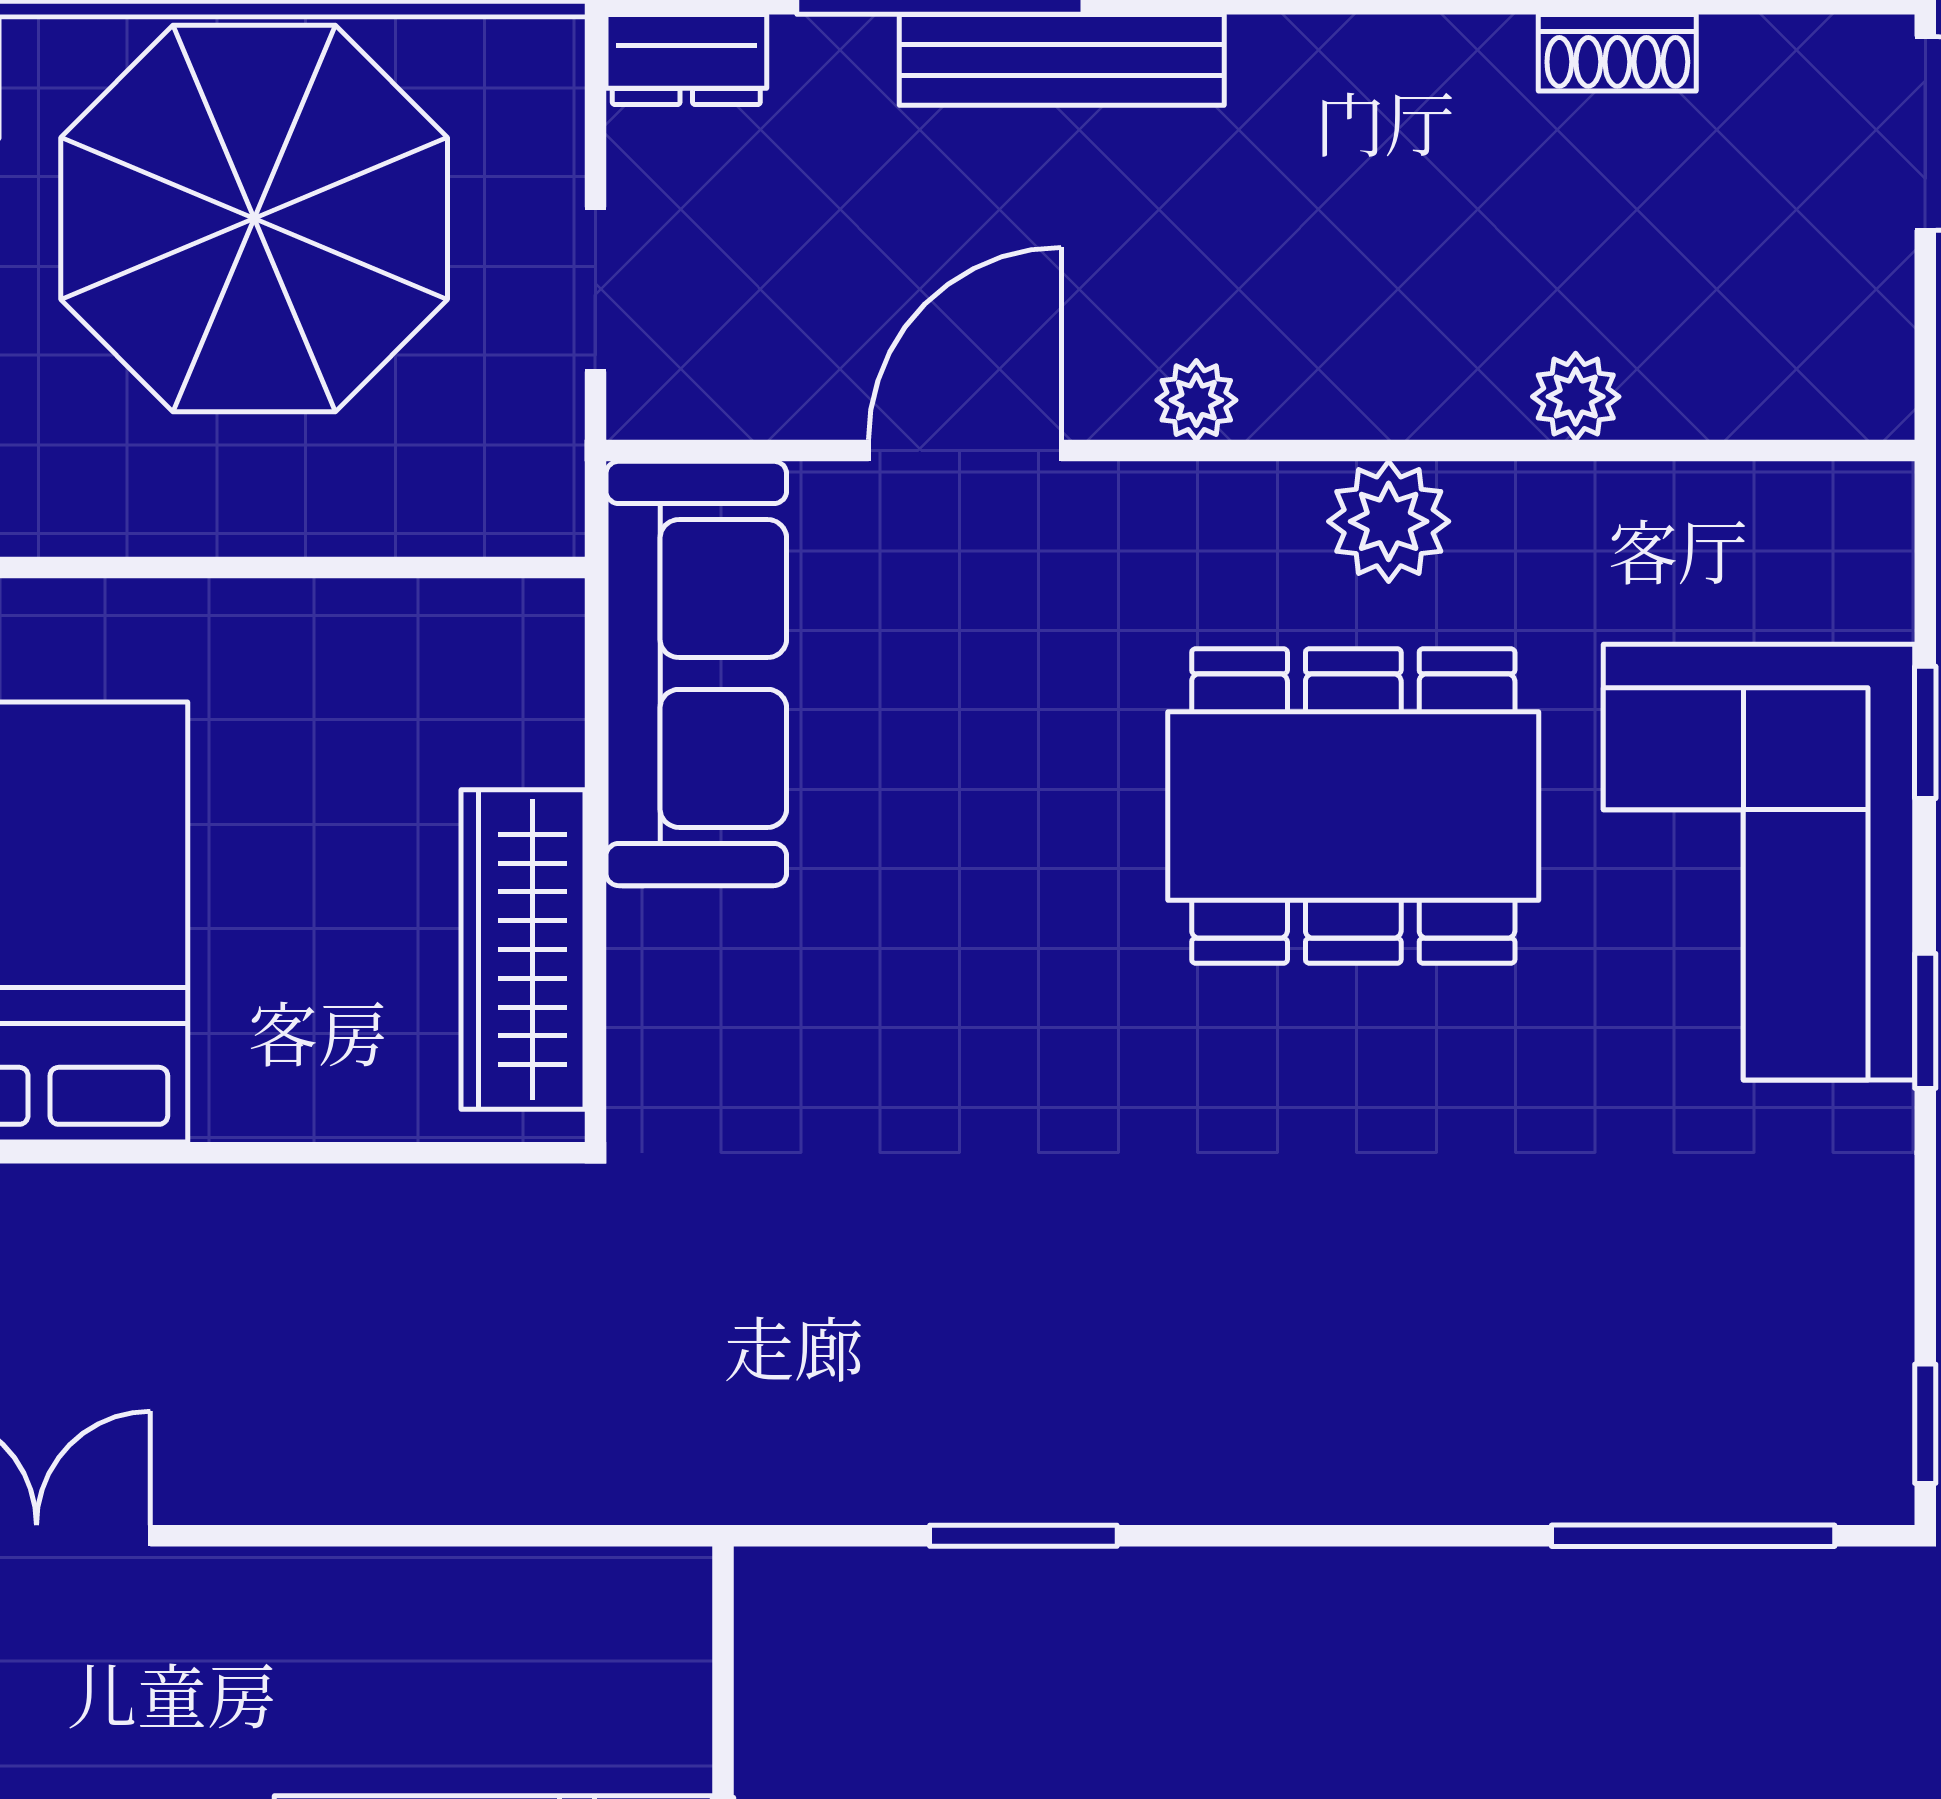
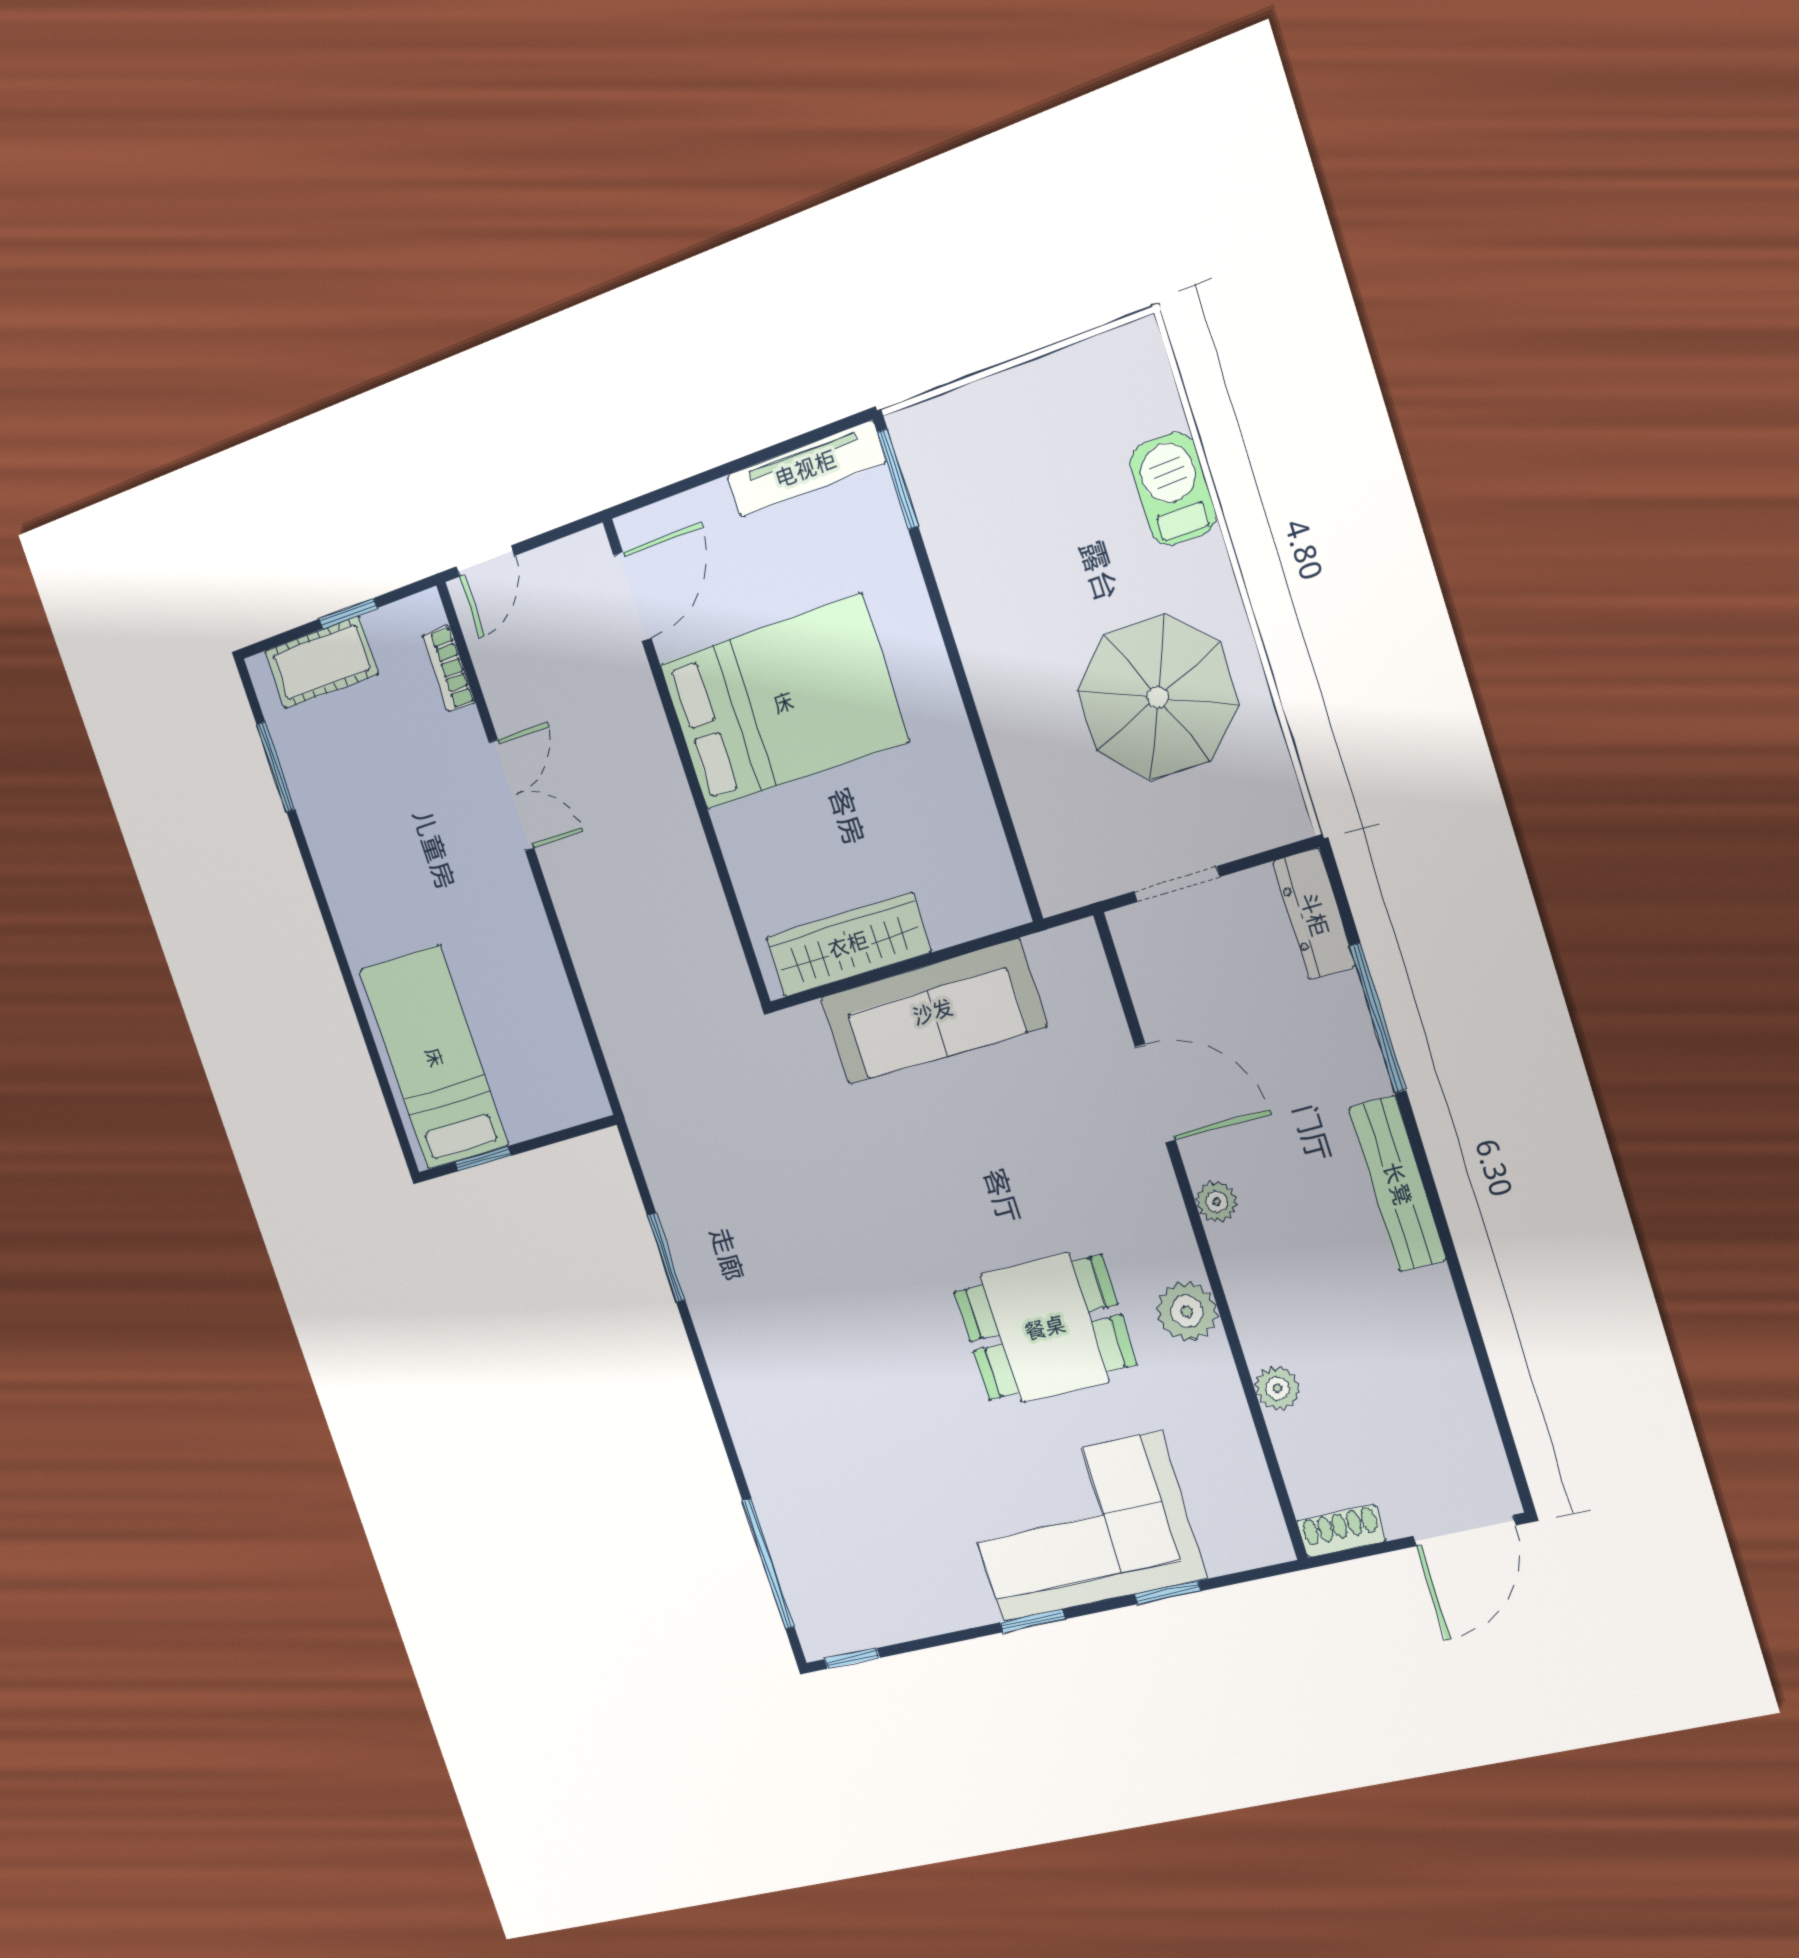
shoe rack: (1617, 53) -> (1341, 1531), moved, turned 90
dresser: (686, 60) -> (1314, 914), width x1.44
bench: (1062, 60) -> (1397, 1184), moved
parasol: (254, 219) -> (1158, 697), width x0.73, depth x0.73
sofa: (696, 673) -> (933, 1012), moved
dining table: (1353, 806) -> (1045, 1328), width x0.73

